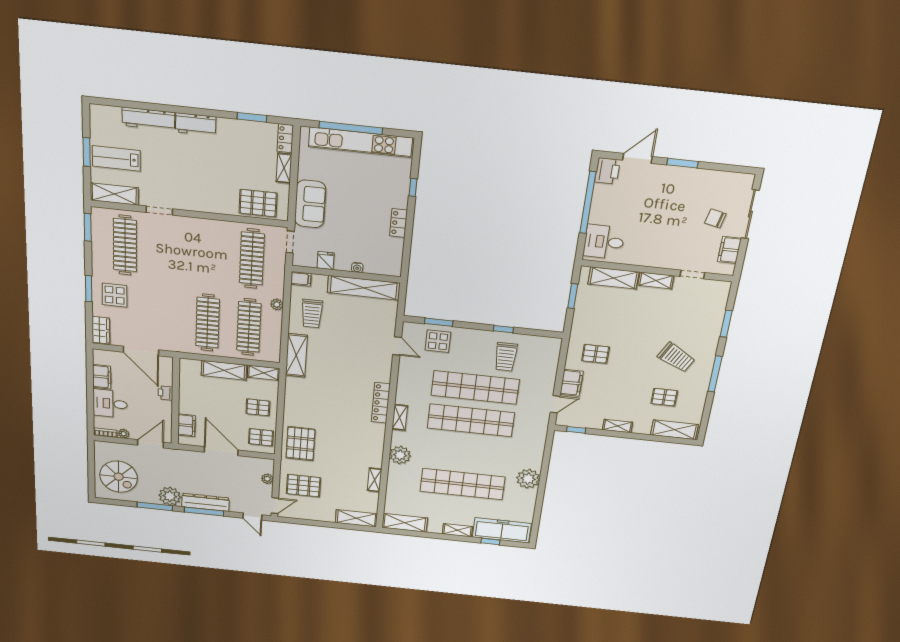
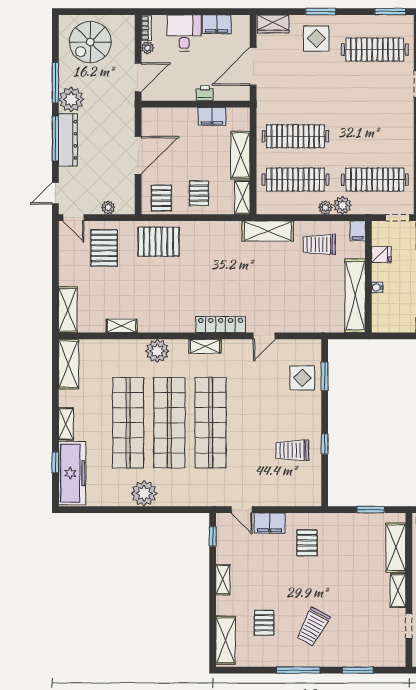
plant: (275, 289) -> (342, 205), added
door: (397, 346) -> (264, 336), moved
shop shelf: (475, 387) -> (169, 423), moved
filing cabinet: (186, 425) -> (212, 116), moved
door: (151, 444) -> (138, 77), hinge flipped

